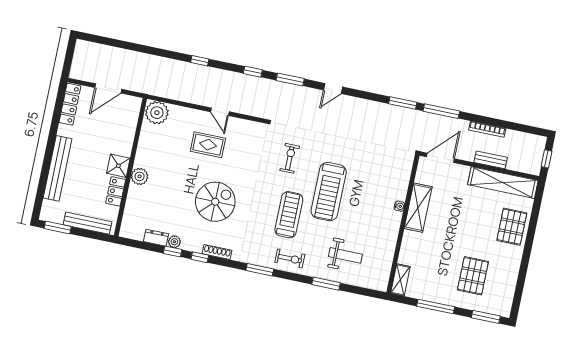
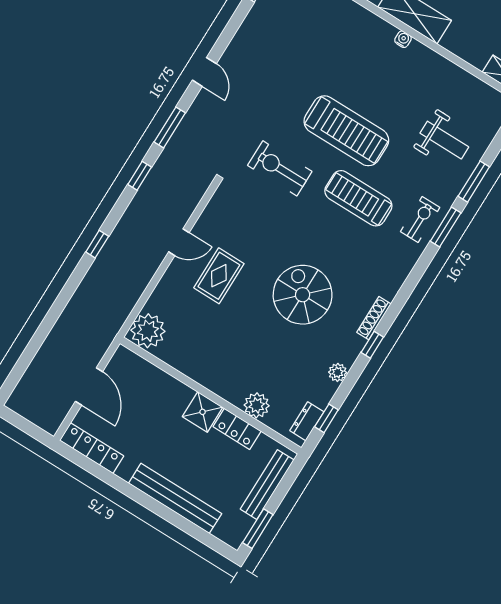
exercise bike: (290, 158) -> (280, 168), width x1.38, depth x1.39
plant: (140, 176) -> (257, 405), moved
dresser: (156, 238) -> (307, 421), moved
window: (173, 251) -> (326, 418), moved
weight bench: (345, 255) -> (444, 140), turned 90
window: (260, 270) -> (446, 227), moved

